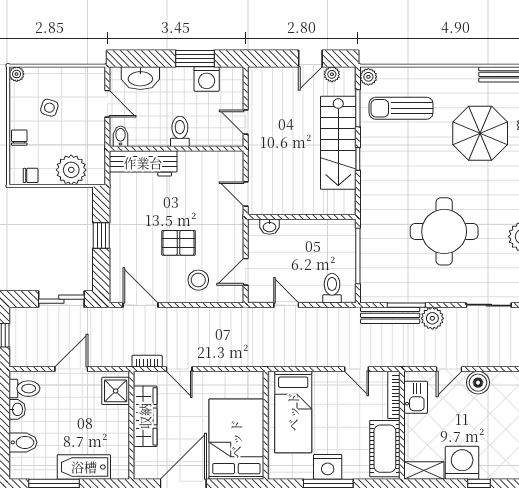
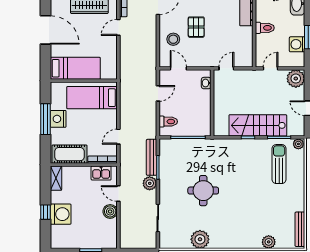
plant: (332, 74) -> (296, 79), moved, width x1.88, depth x1.88
parasol: (480, 133) -> (264, 213), removed
round table: (444, 231) -> (203, 191), width x0.73, depth x0.73
bed: (236, 439) -> (75, 68), width x0.67
washing machine: (462, 463) -> (61, 214), moved

